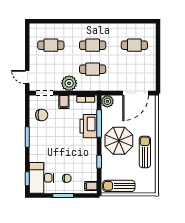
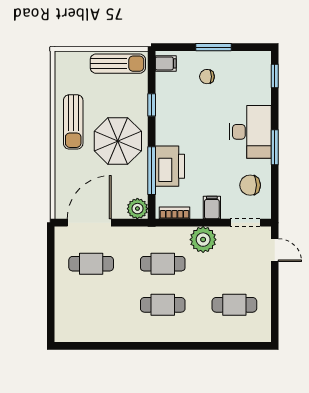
cafe table: (134, 45) -> (91, 264), moved
desk: (42, 178) -> (250, 132), moved

